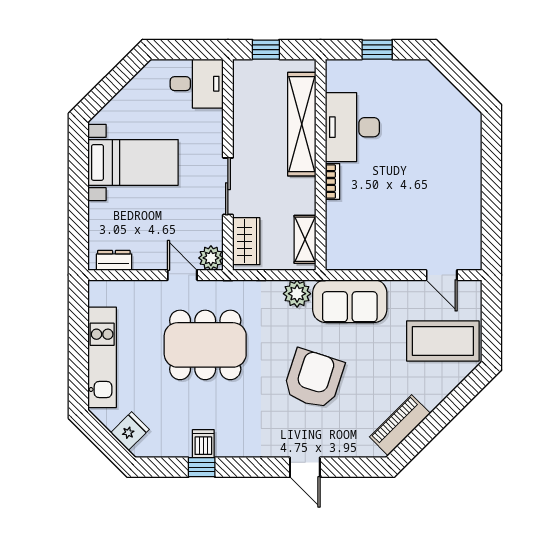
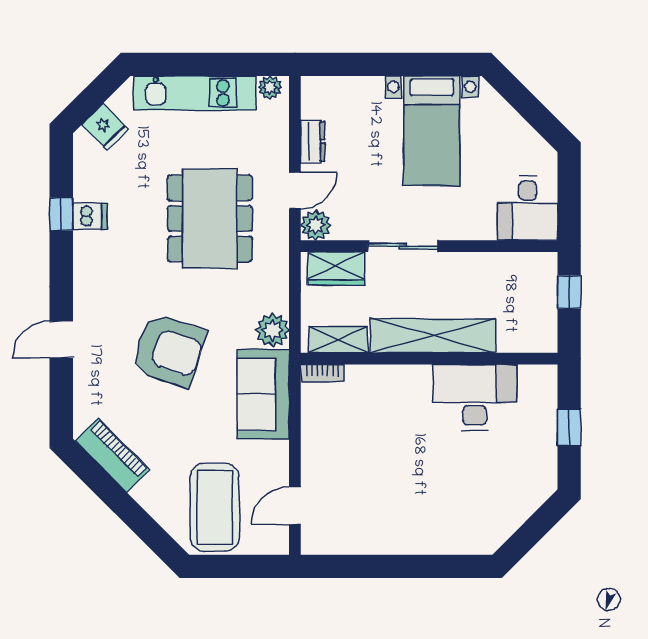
shelving: (302, 124) -> (433, 336), moved
bookcase: (332, 181) -> (323, 373), moved
dresser: (114, 260) -> (313, 141), moved
plant: (97, 296) -> (270, 87), added

